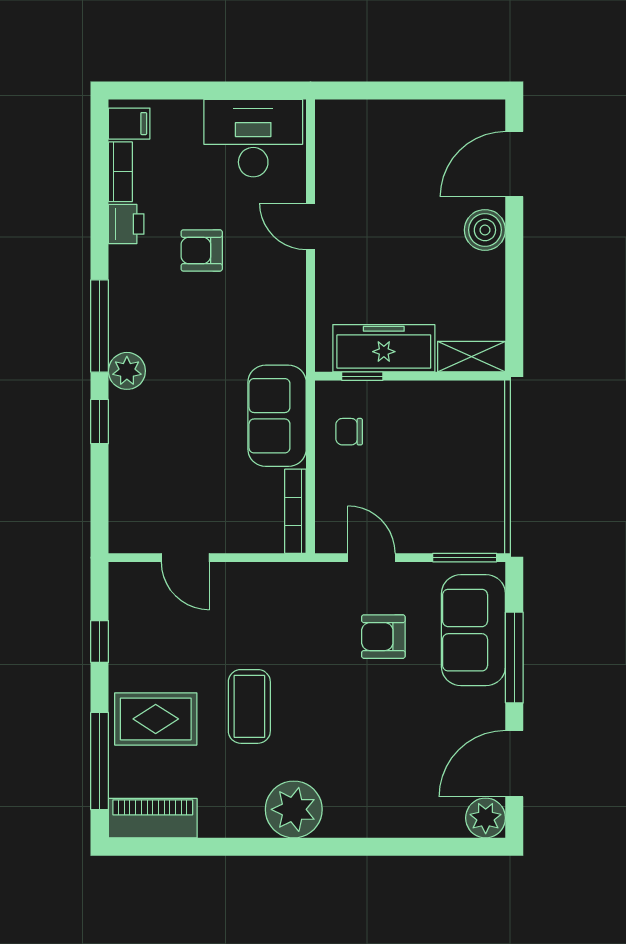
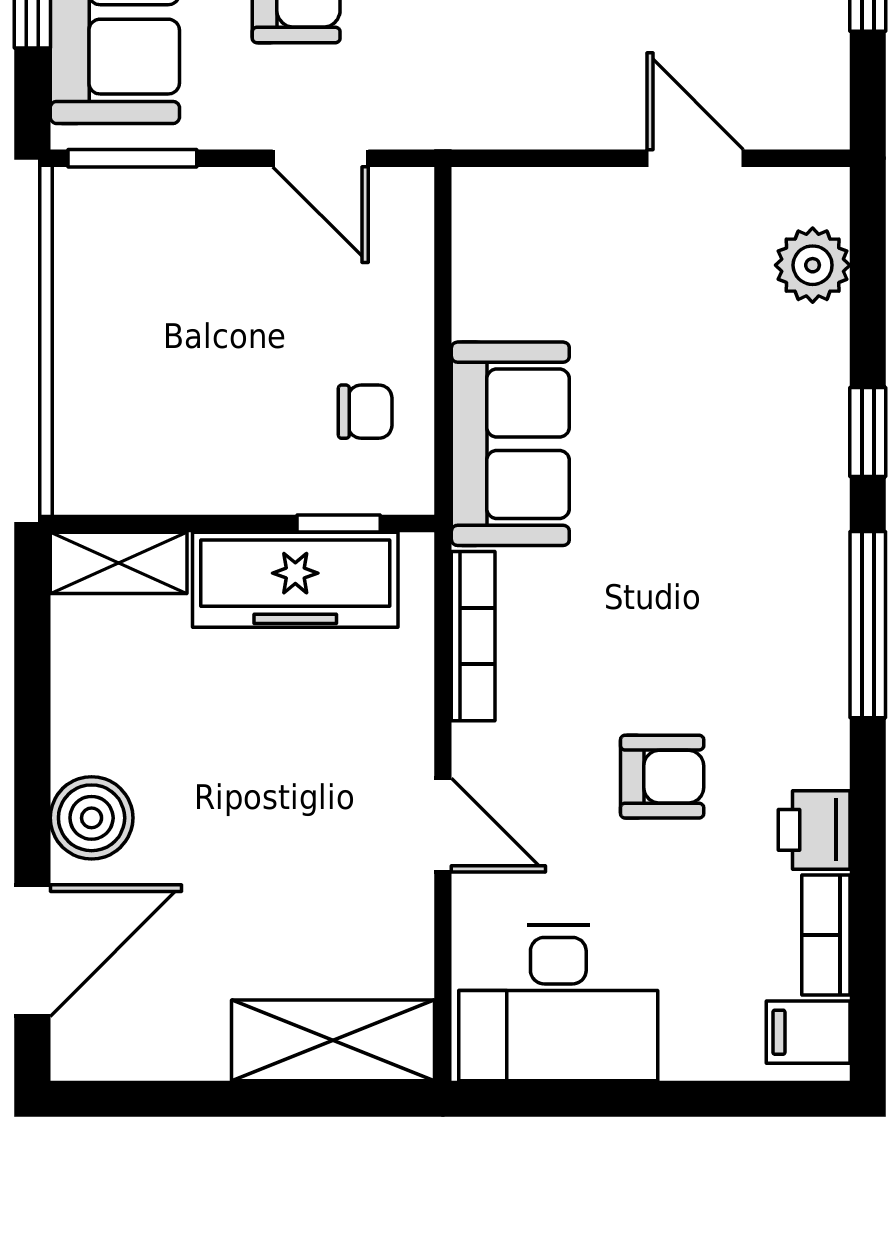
shelving: (365, 120) -> (333, 1040), added
plant: (127, 371) -> (813, 265), moved
bookcase: (295, 511) -> (473, 636), moved

